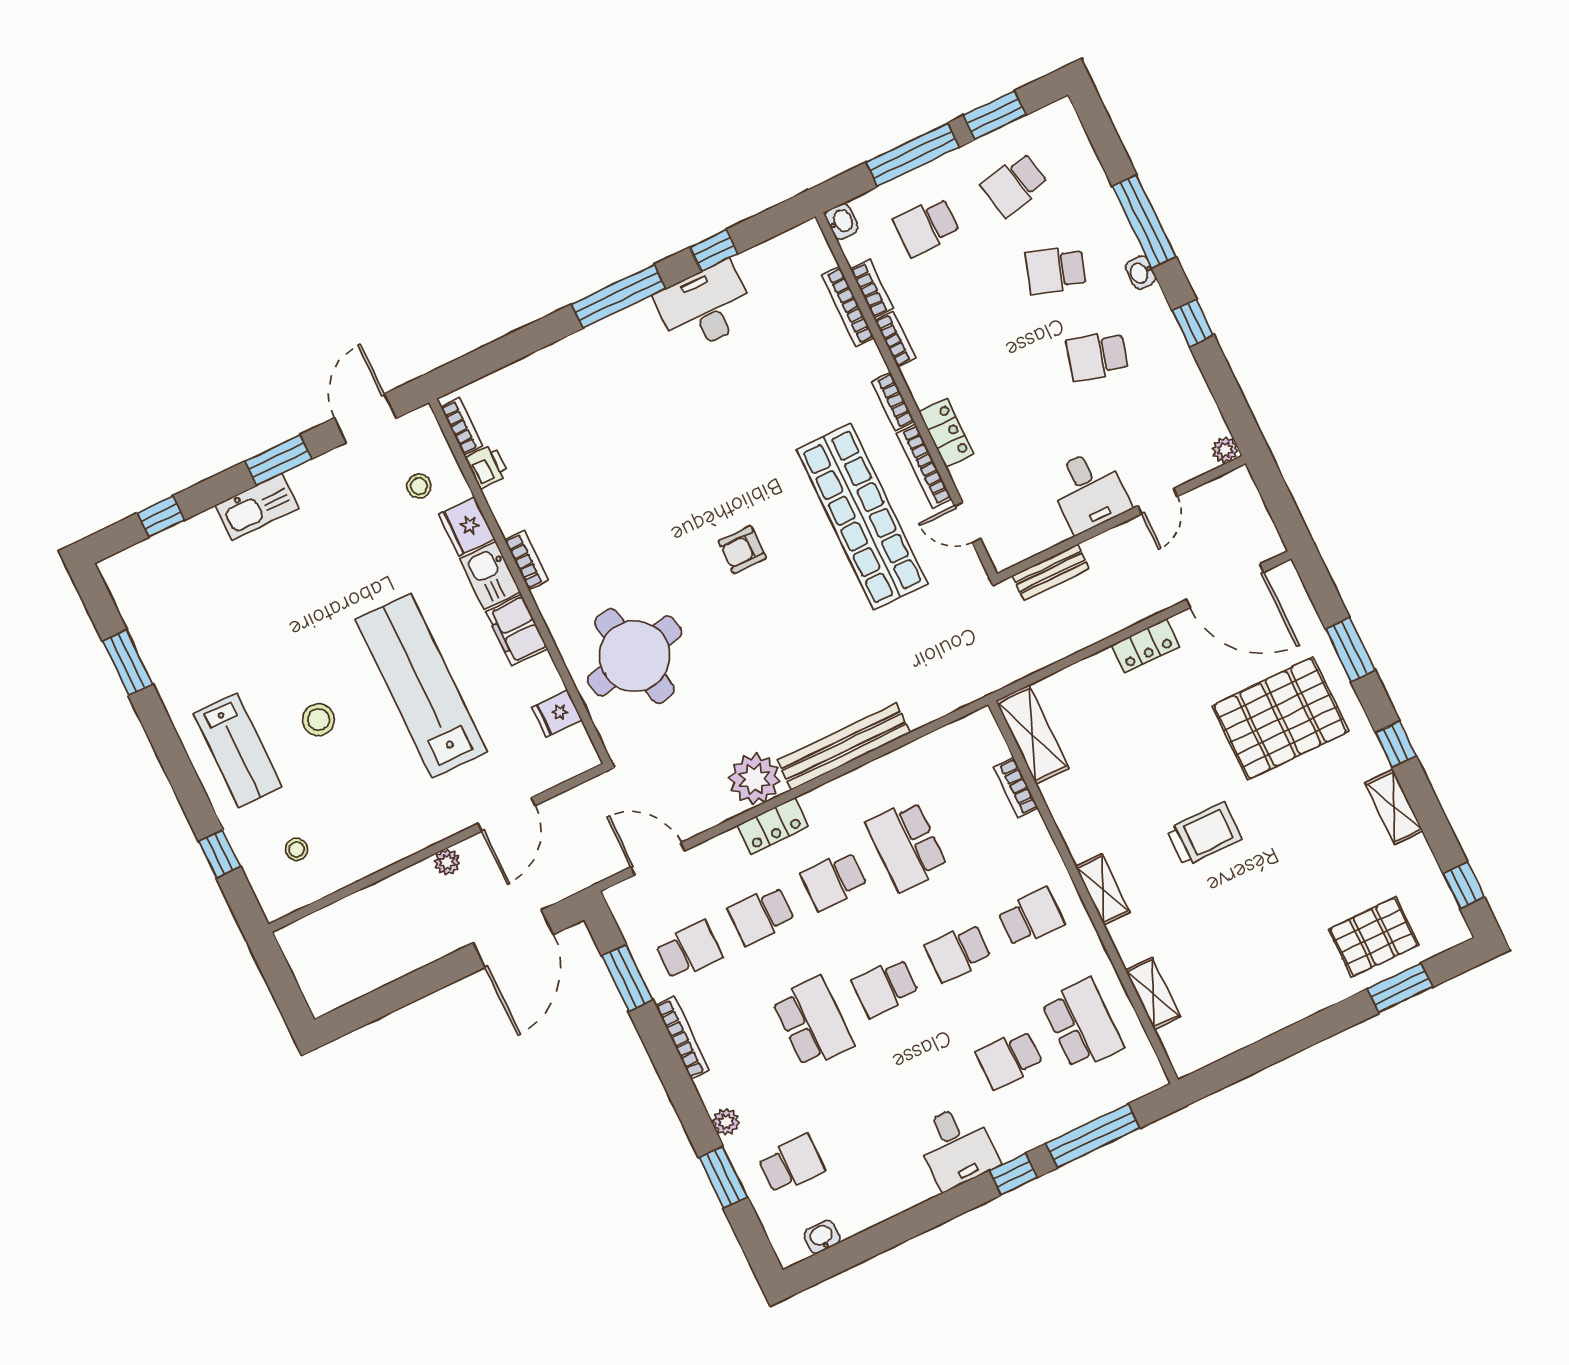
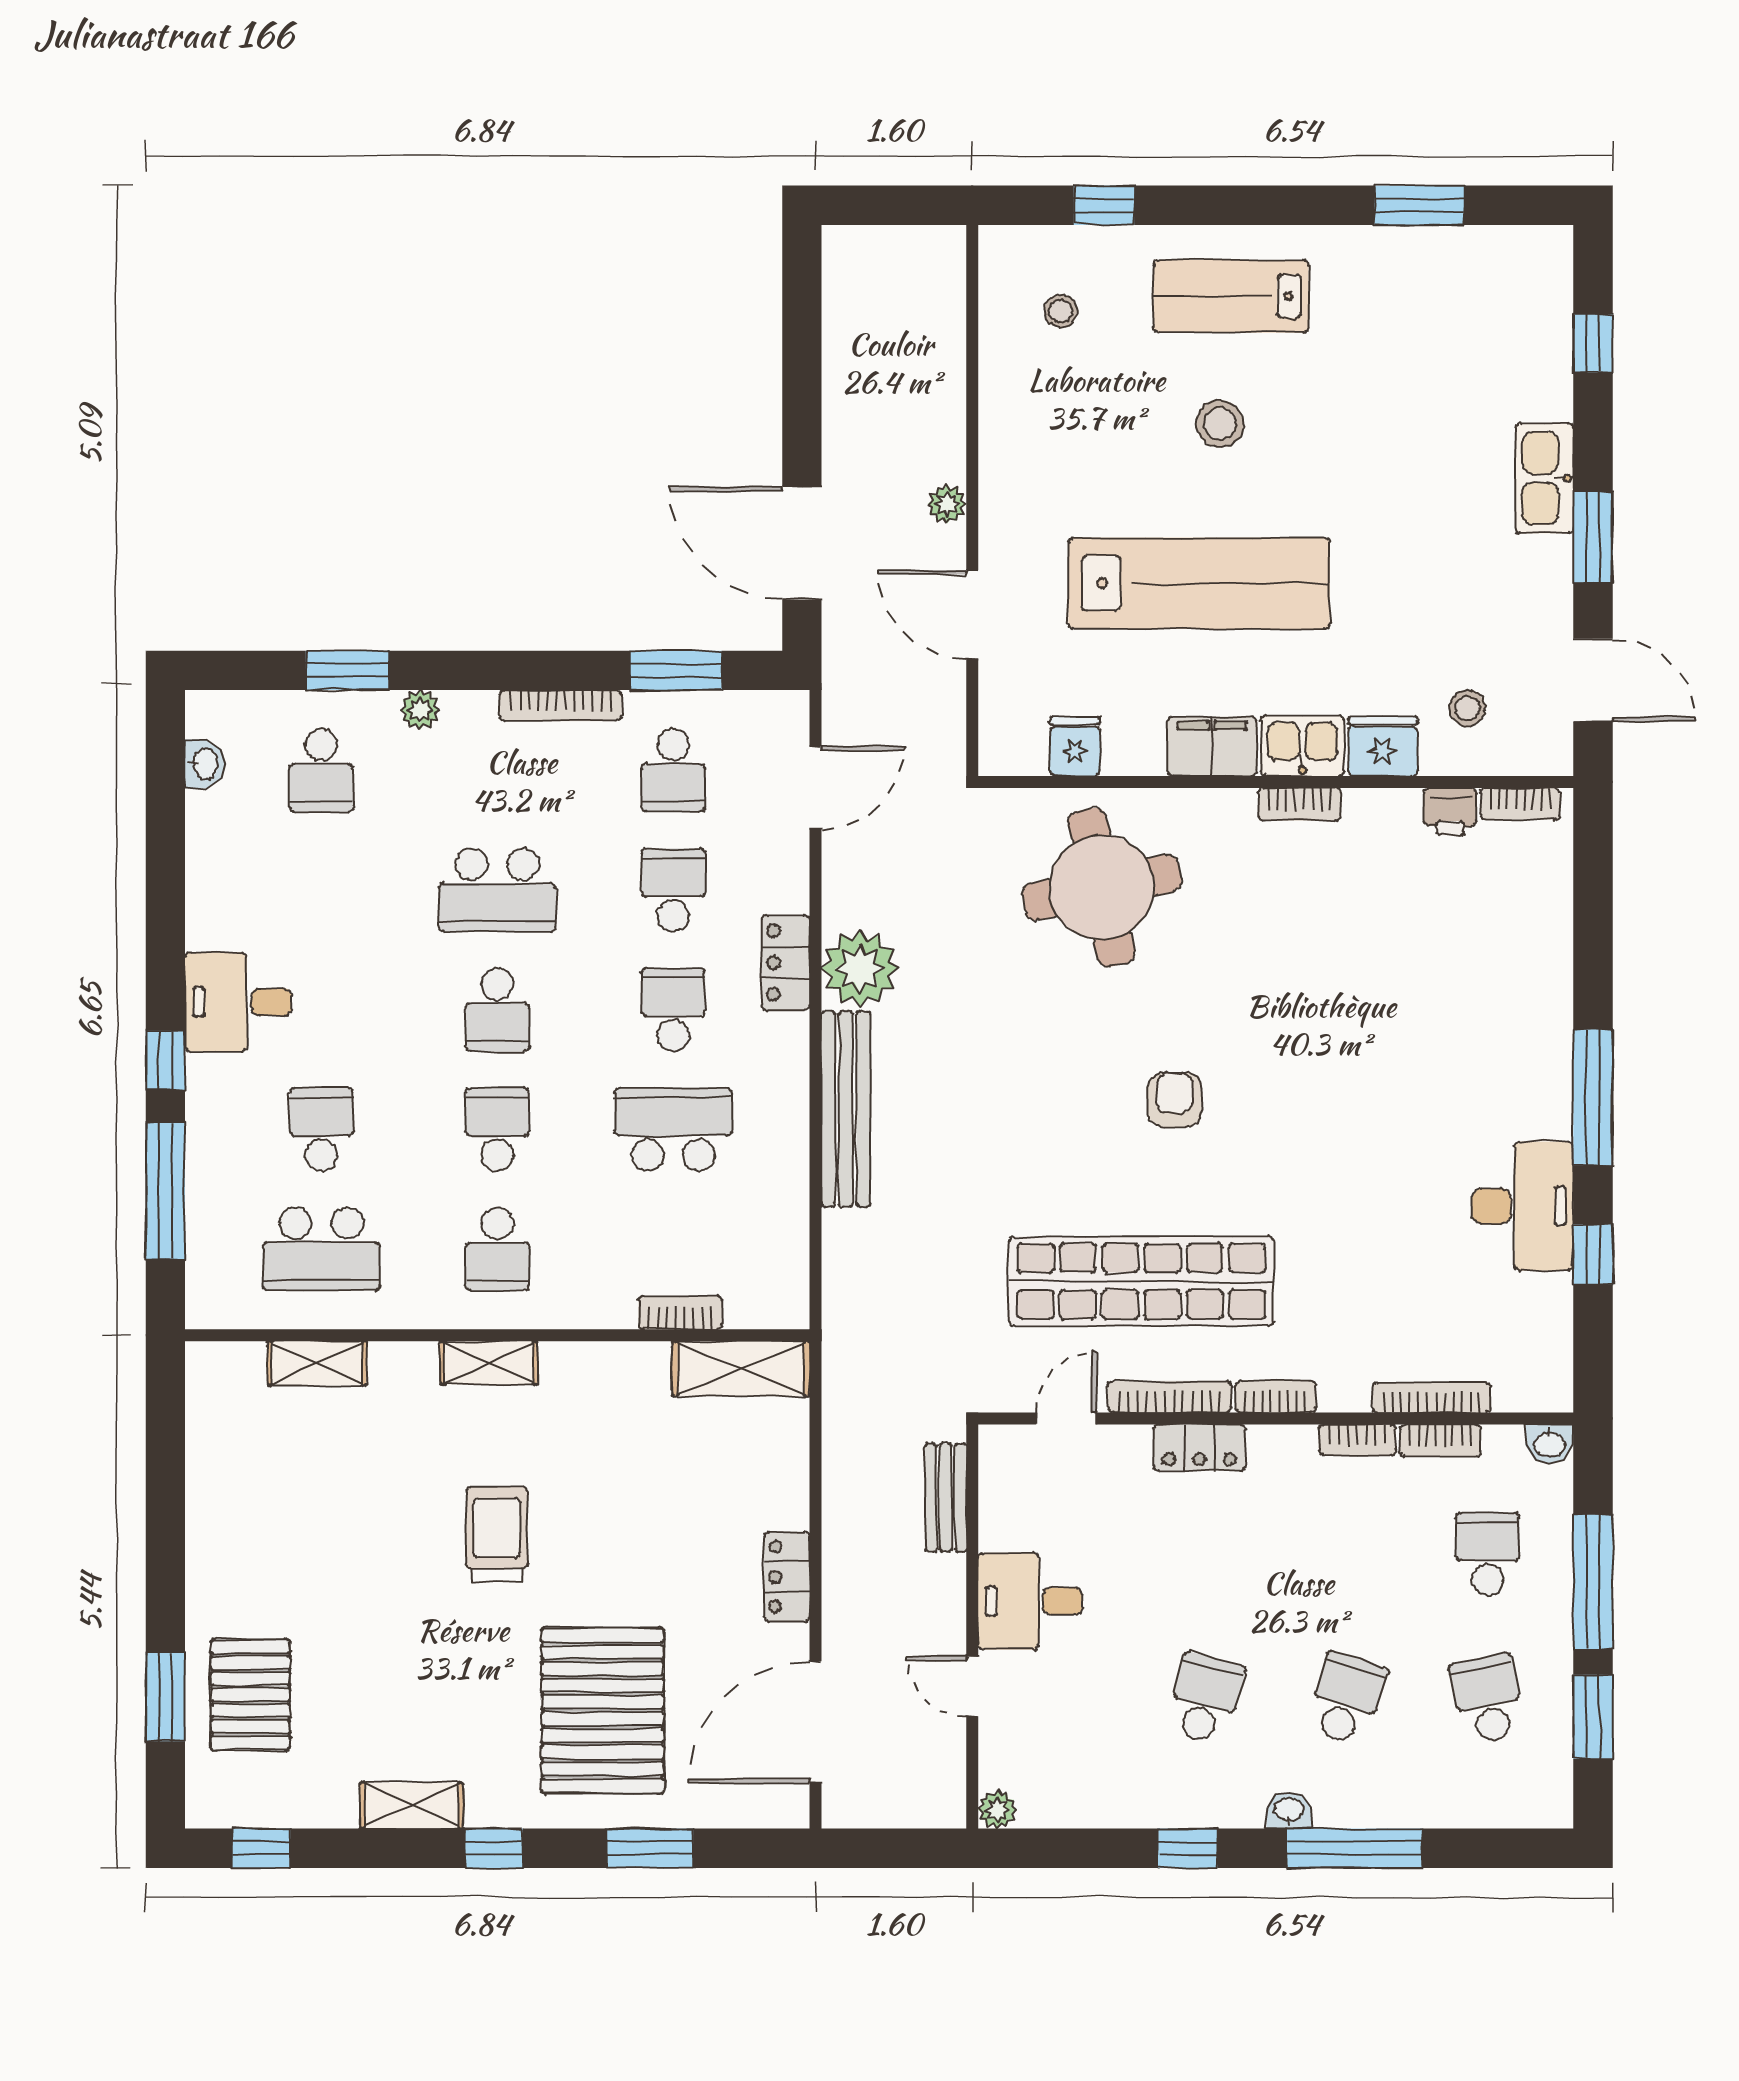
trolley: (1204, 834) -> (497, 1534), turned 180
school desk: (886, 987) -> (497, 1010), turned 180

